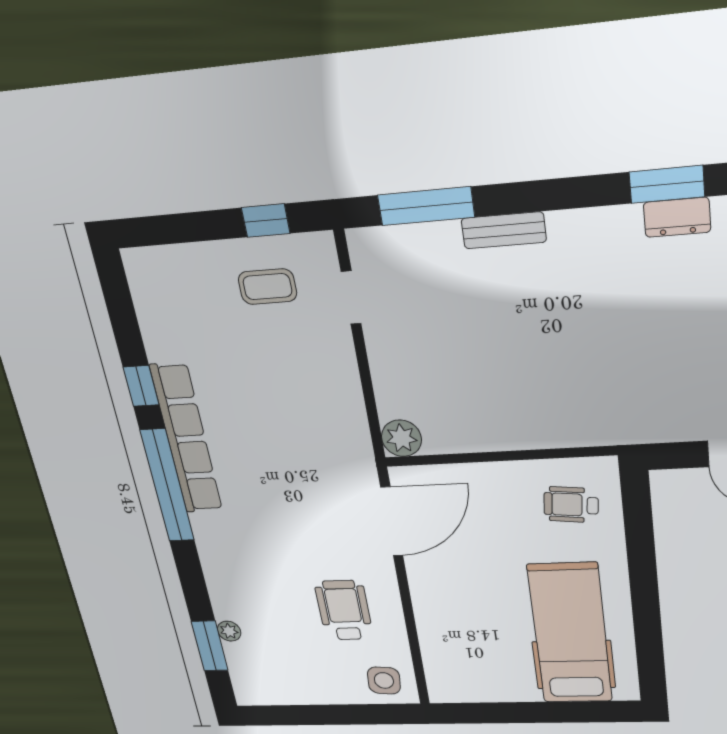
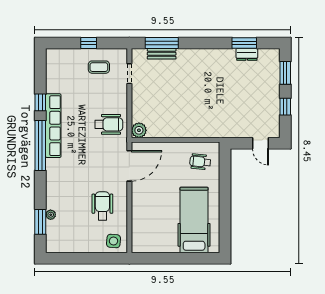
window: (266, 221) -> (89, 43), moved
bench: (504, 230) -> (162, 54), moved
wheelchair: (322, 428) -> (109, 124), added

